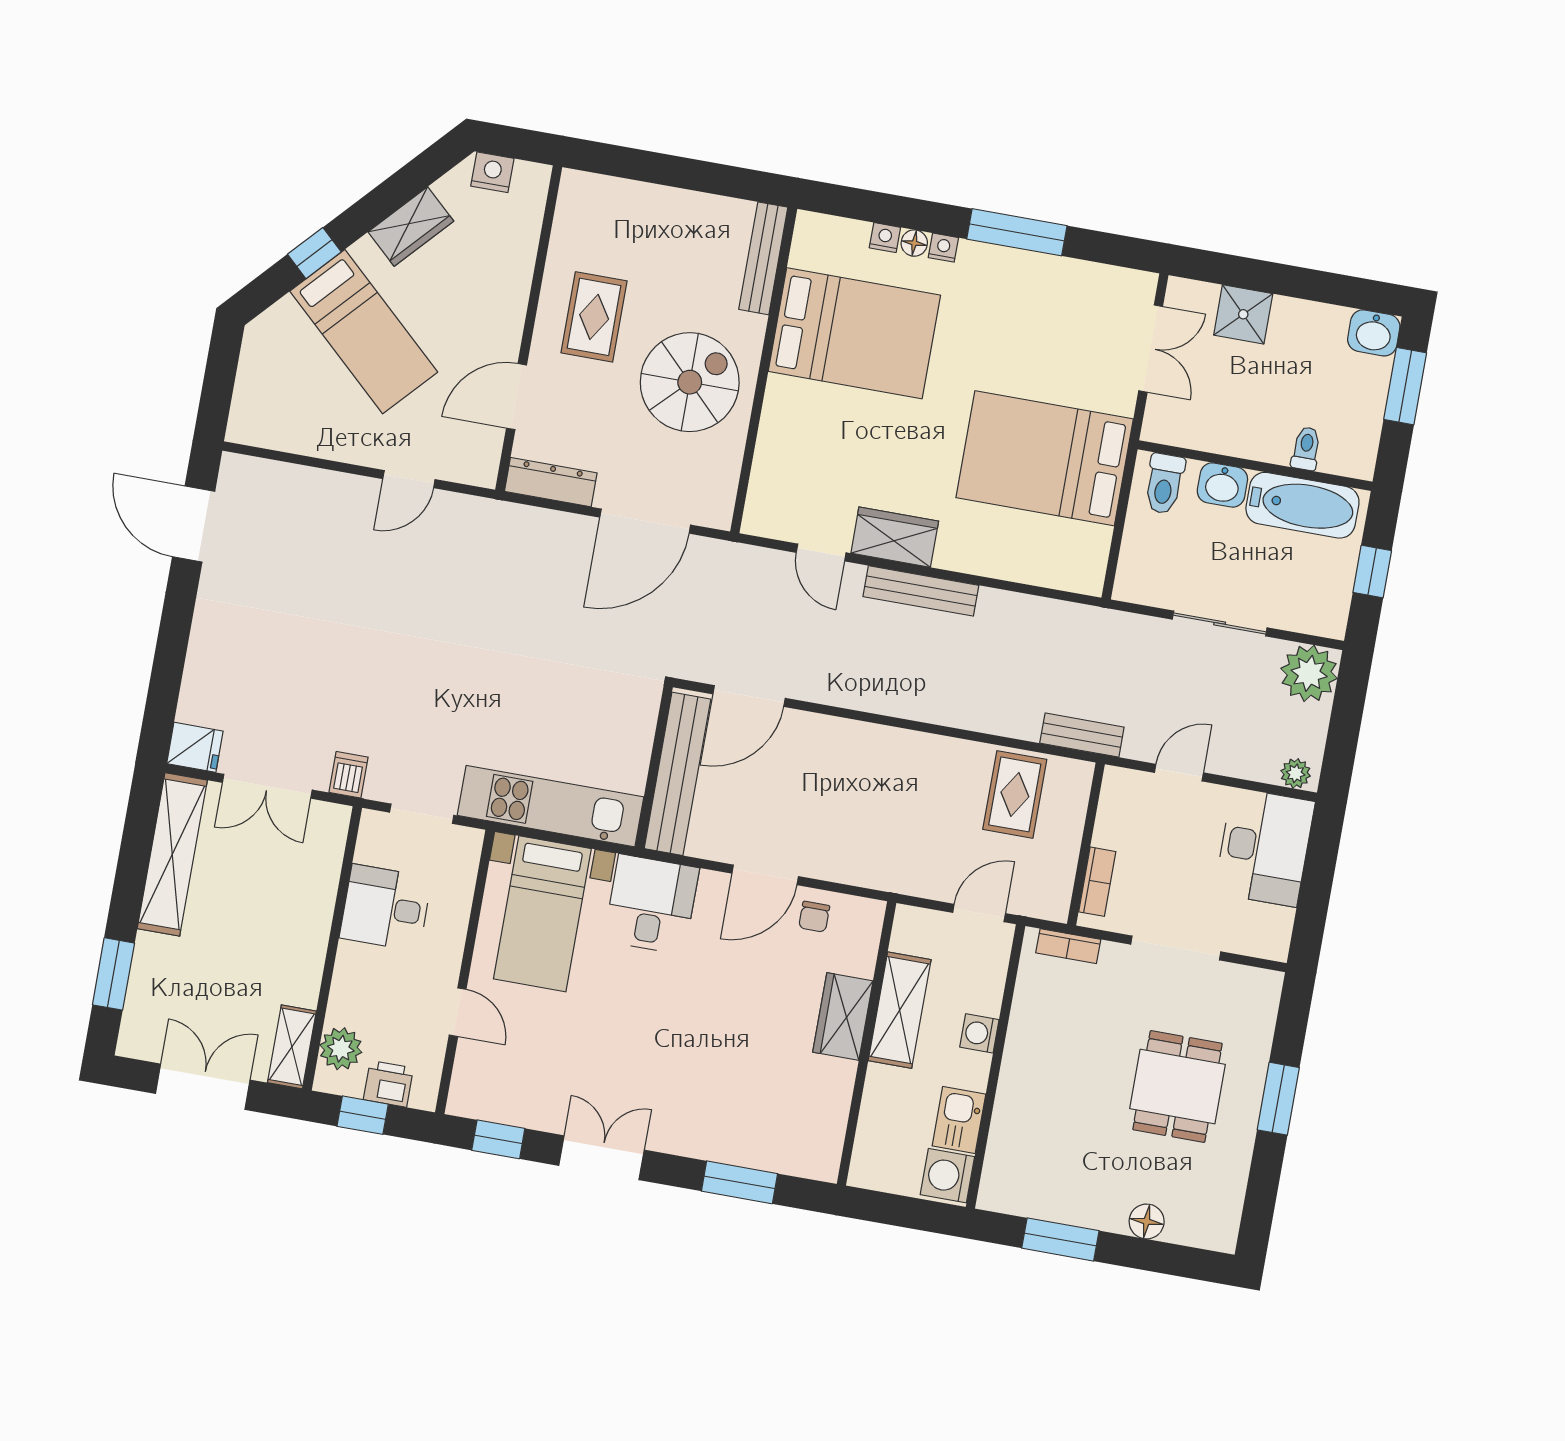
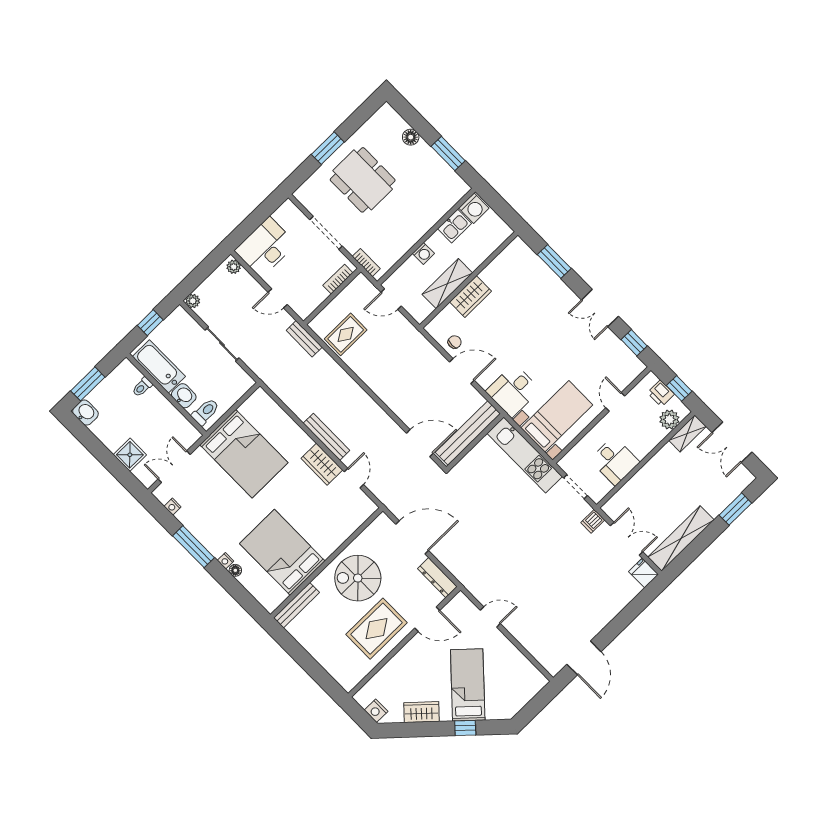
nightstand: (885, 238) -> (172, 507), moved
rug: (594, 317) -> (376, 629), width x1.36, depth x1.43
plant: (1309, 673) -> (193, 301), width x0.53, depth x0.53
dining table: (1177, 1087) -> (363, 180), width x1.38

